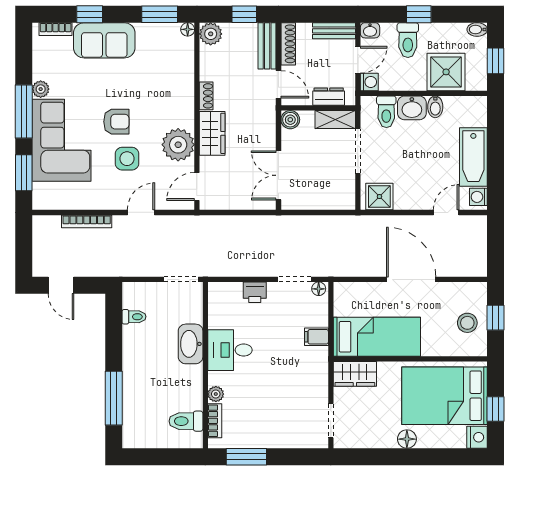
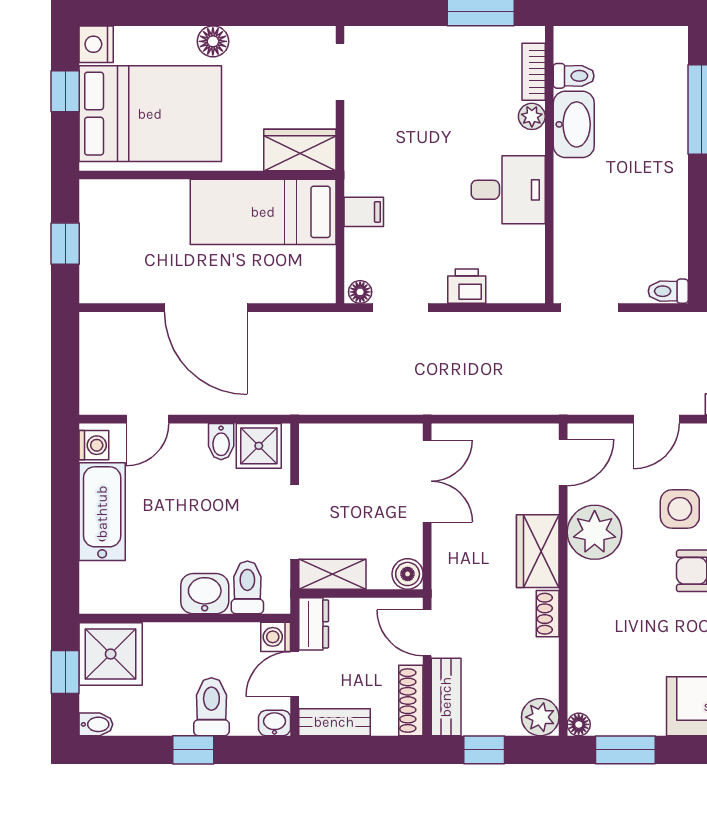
shower: (446, 72) -> (111, 654), moved
dresser: (329, 97) -> (314, 624), moved, turned -90
bidet: (435, 107) -> (221, 442), moved, turned 180
toilet: (134, 317) -> (668, 291), moved
stool: (467, 323) -> (112, 235), removed
washbasin: (191, 344) -> (574, 124), moved
toilet: (186, 421) -> (574, 76), width x0.73, depth x0.72

